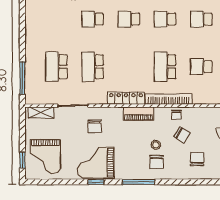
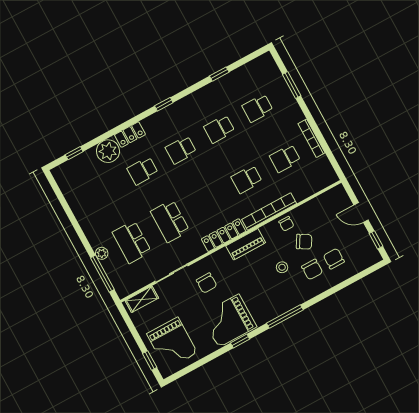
plant: (30, 63) -> (102, 253), added
school desk: (165, 67) -> (247, 179), width x0.54
chair: (157, 162) -> (312, 269), moved

